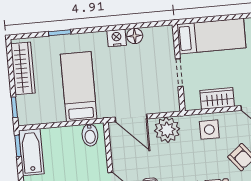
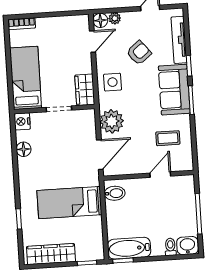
nightstand: (117, 38) -> (22, 121), moved
wardrobe: (217, 98) -> (85, 90), moved

